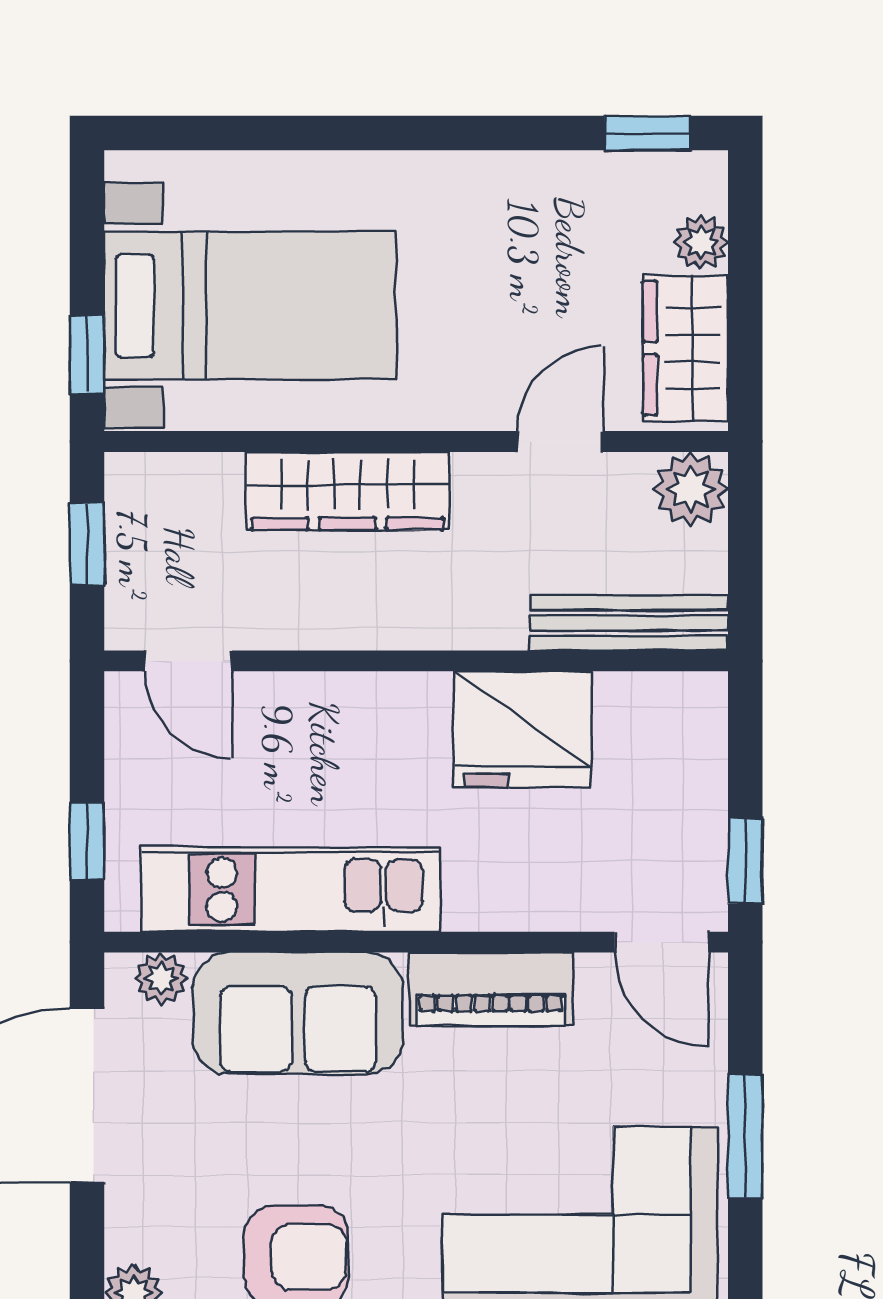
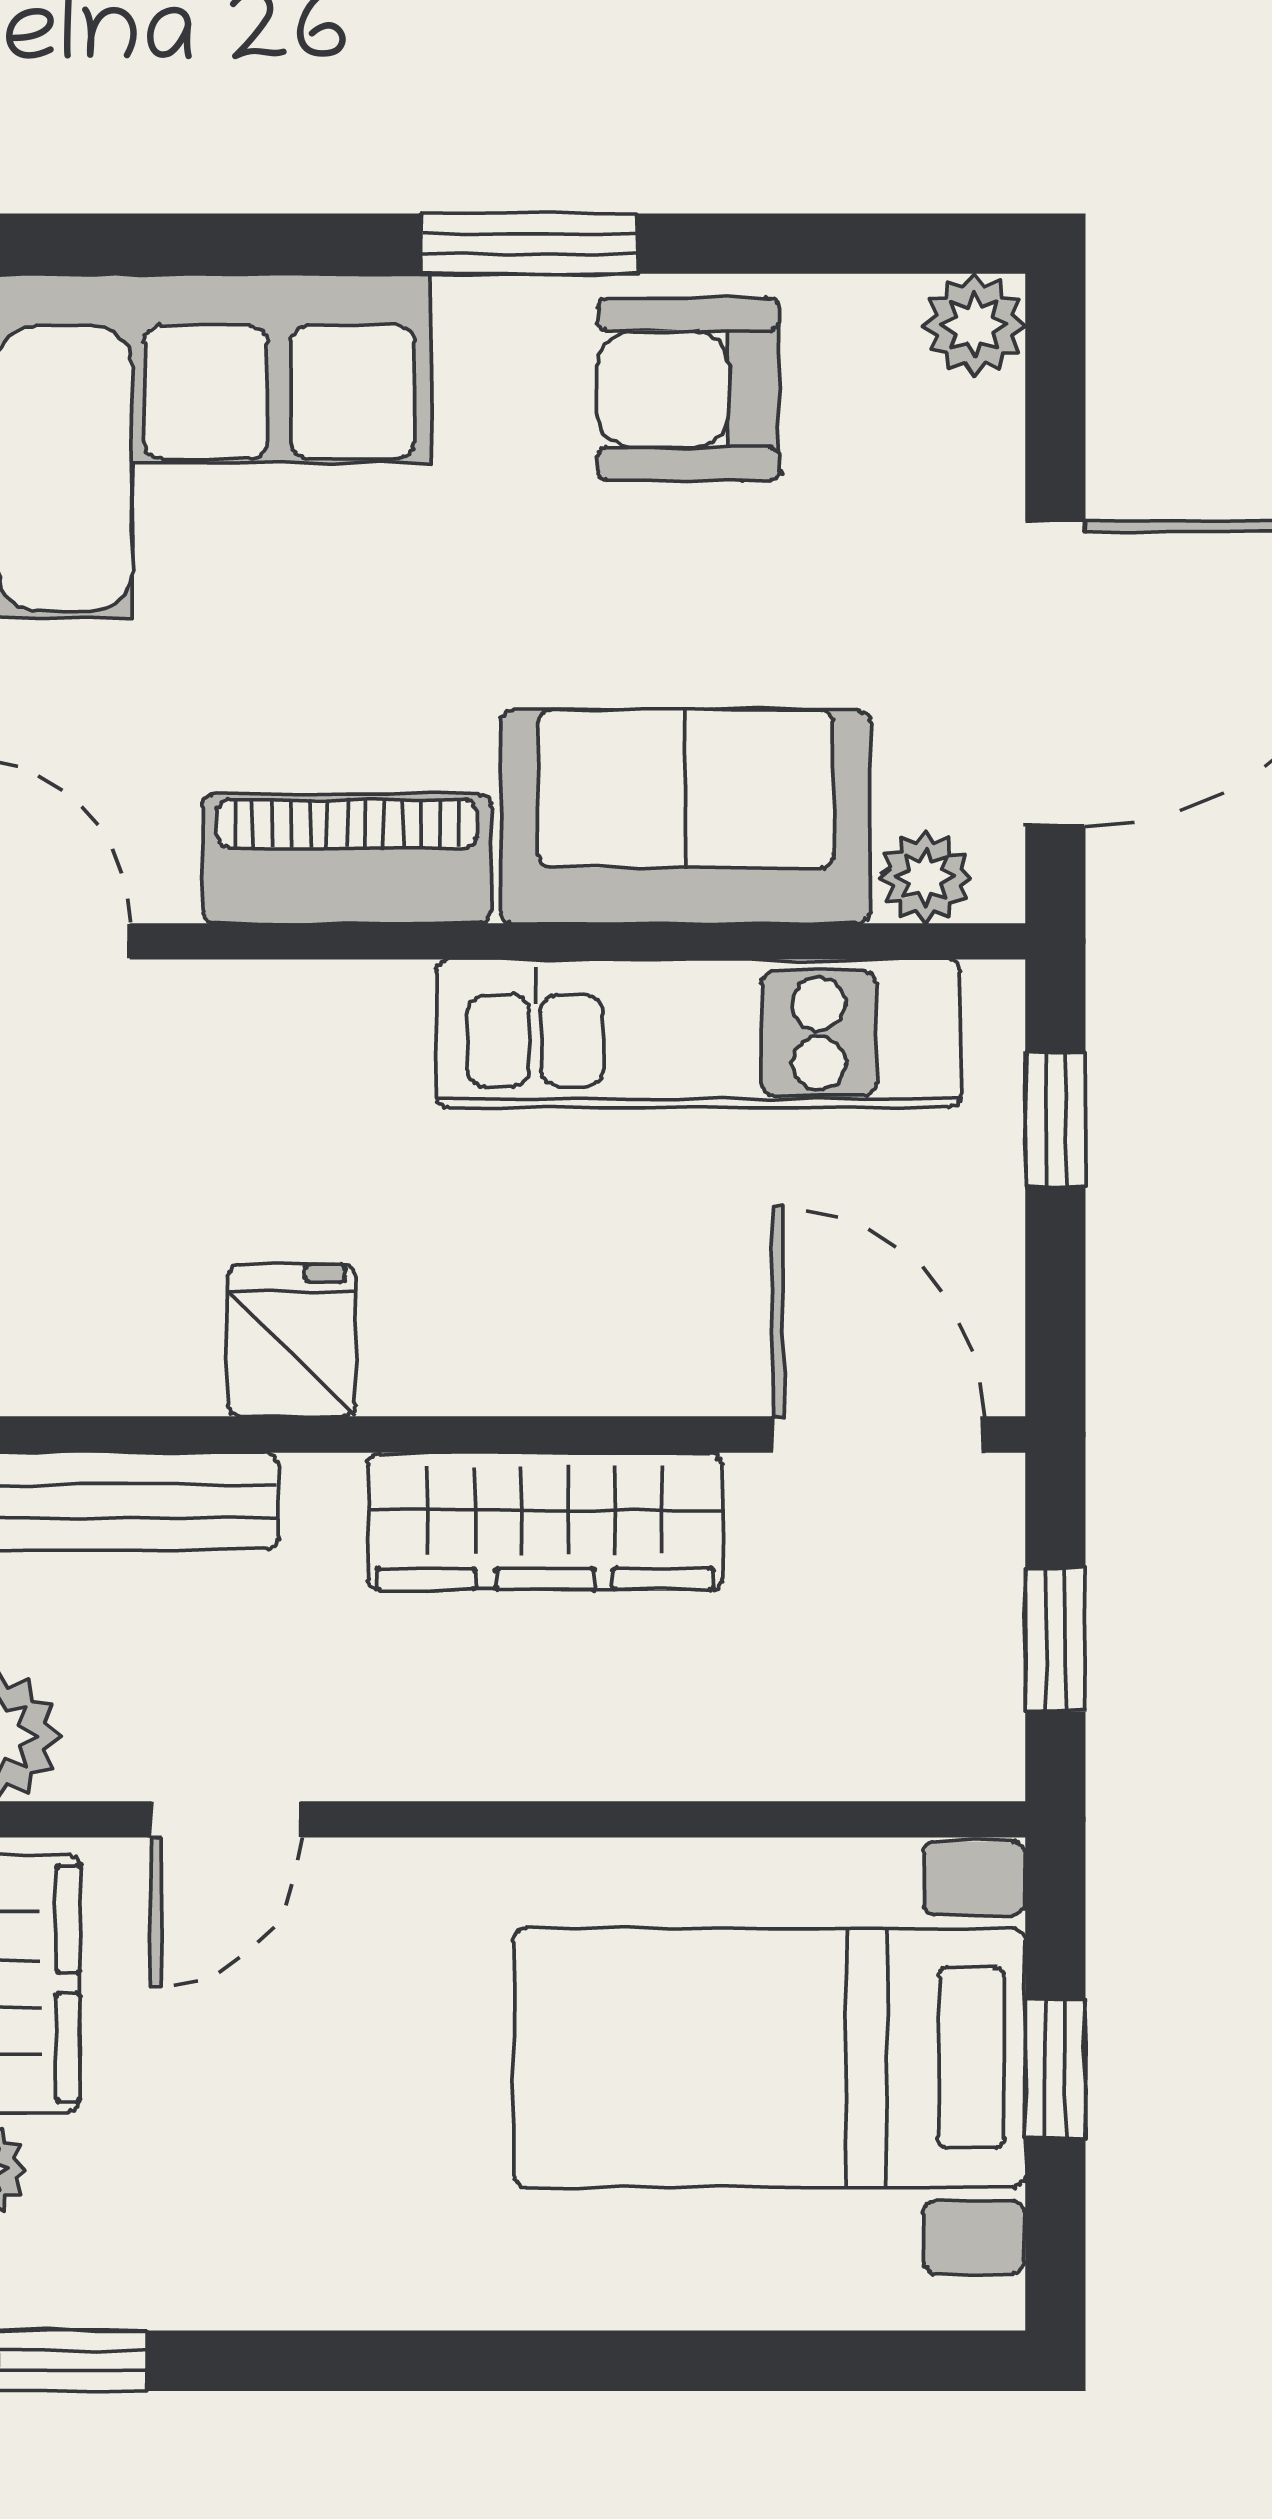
window: (87, 355) -> (1055, 2069), moved
wardrobe: (347, 491) -> (545, 1521), moved, turned 180
door: (188, 661) -> (878, 1434), width x1.38
fridge: (522, 729) -> (292, 1340), width x0.53, depth x0.75

